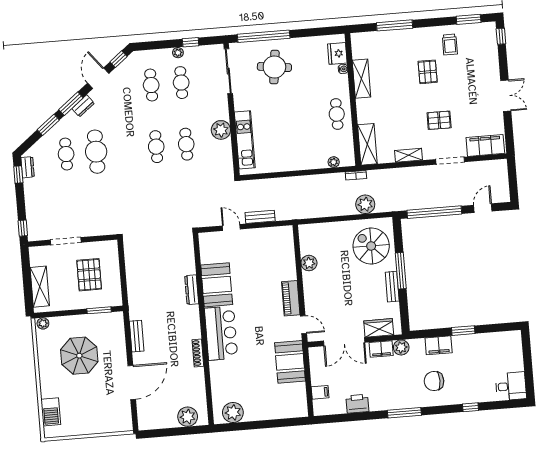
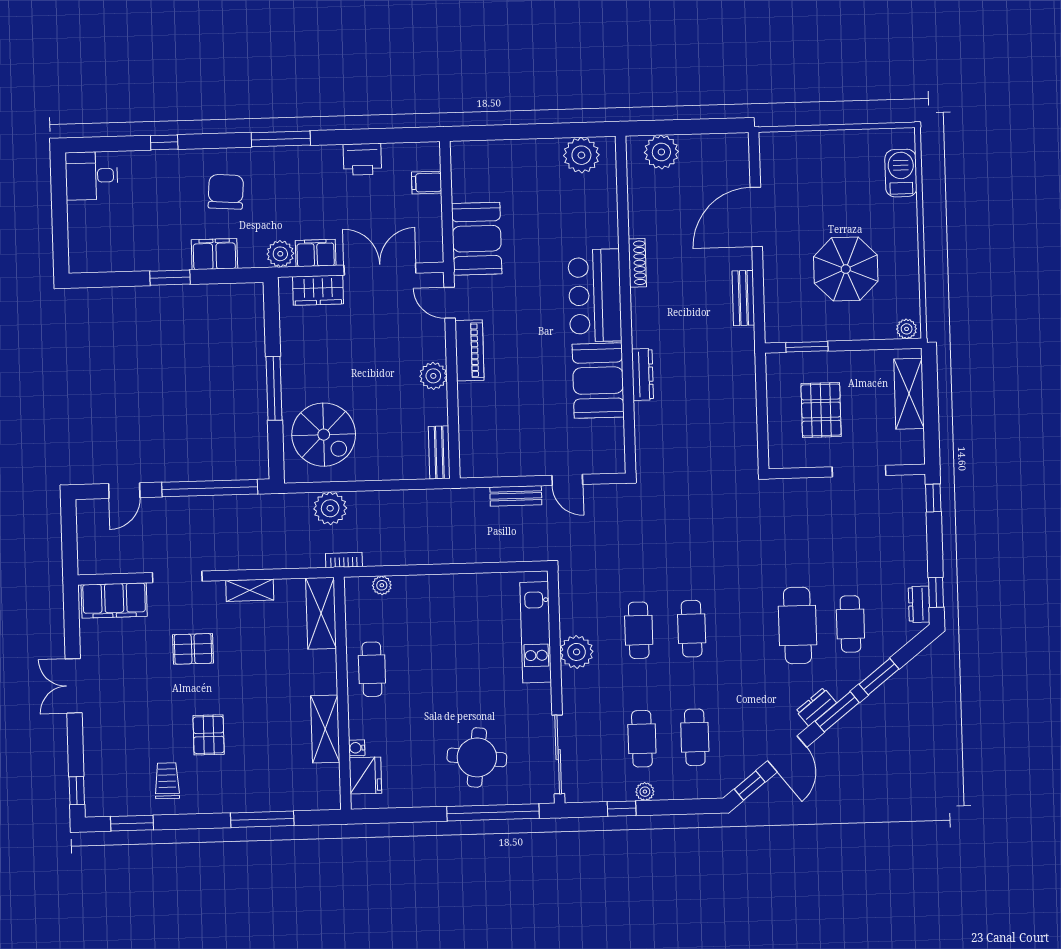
plant: (309, 263) -> (433, 376), moved
bench: (392, 287) -> (439, 452), moved
chair: (434, 381) -> (226, 192), turned -86

